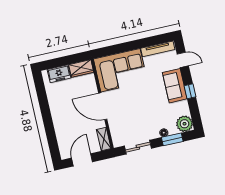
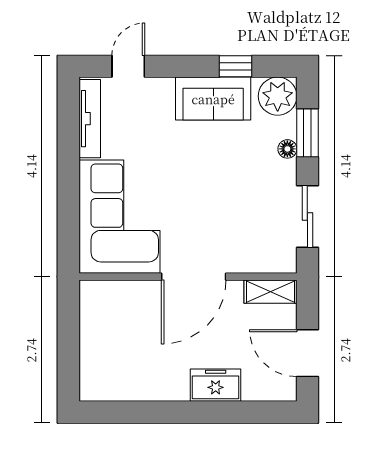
wardrobe: (81, 68) -> (95, 307), removed
freezer: (59, 74) -> (216, 385), moved, turned -90
sofa: (175, 86) -> (213, 99), moved
window: (190, 91) -> (235, 66), moved

